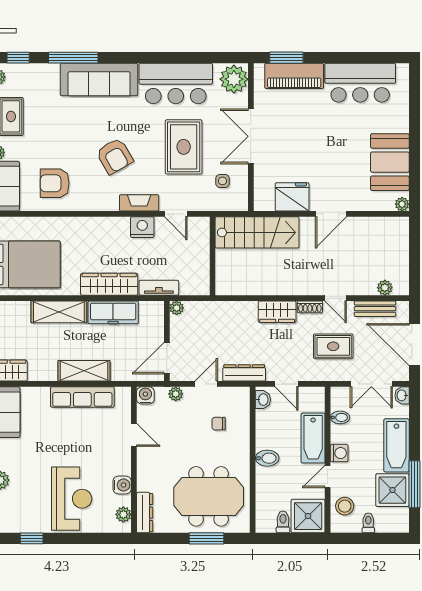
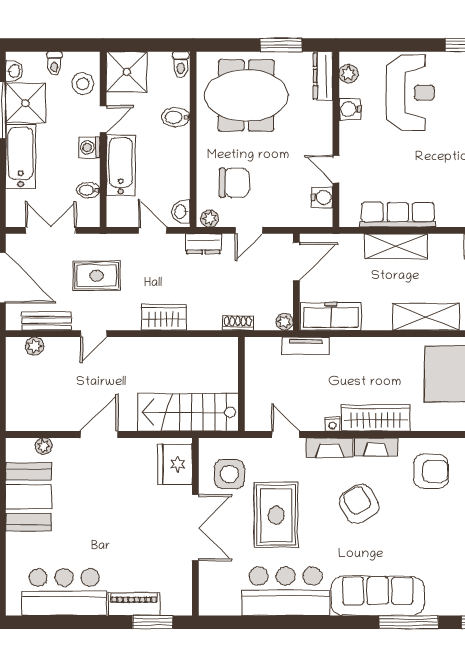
piano: (294, 76) -> (134, 604), width x0.73, depth x0.75
plant: (234, 79) -> (216, 596), removed
side table: (223, 181) -> (229, 474), width x1.87, depth x1.87
fridge: (292, 197) -> (175, 464), moved, turned 90
fireplace: (100, 204) -> (376, 447), added
plant: (402, 204) -> (44, 446), moved
nightstand: (142, 227) -> (332, 424), width x0.53, depth x0.56
wardrobe: (109, 284) -> (376, 418), moved, turned 180
door: (336, 298) -> (94, 334), swing flipped
shoe rack: (310, 307) -> (238, 323), moved
freezer: (113, 312) -> (331, 316), moved
dresser: (244, 373) -> (203, 244), width x0.70
plant: (176, 394) -> (209, 218), moved
water cooler: (145, 395) -> (322, 197), moved, turned -90
washbasin: (402, 395) -> (14, 71), moved
chair: (219, 424) -> (234, 183), width x1.87, depth x1.87
bidet: (267, 458) -> (176, 117), moved
reception desk: (72, 499) -> (410, 93), turned 180
toilet: (283, 522) -> (181, 65), moved
window: (206, 538) -> (281, 45), moved

